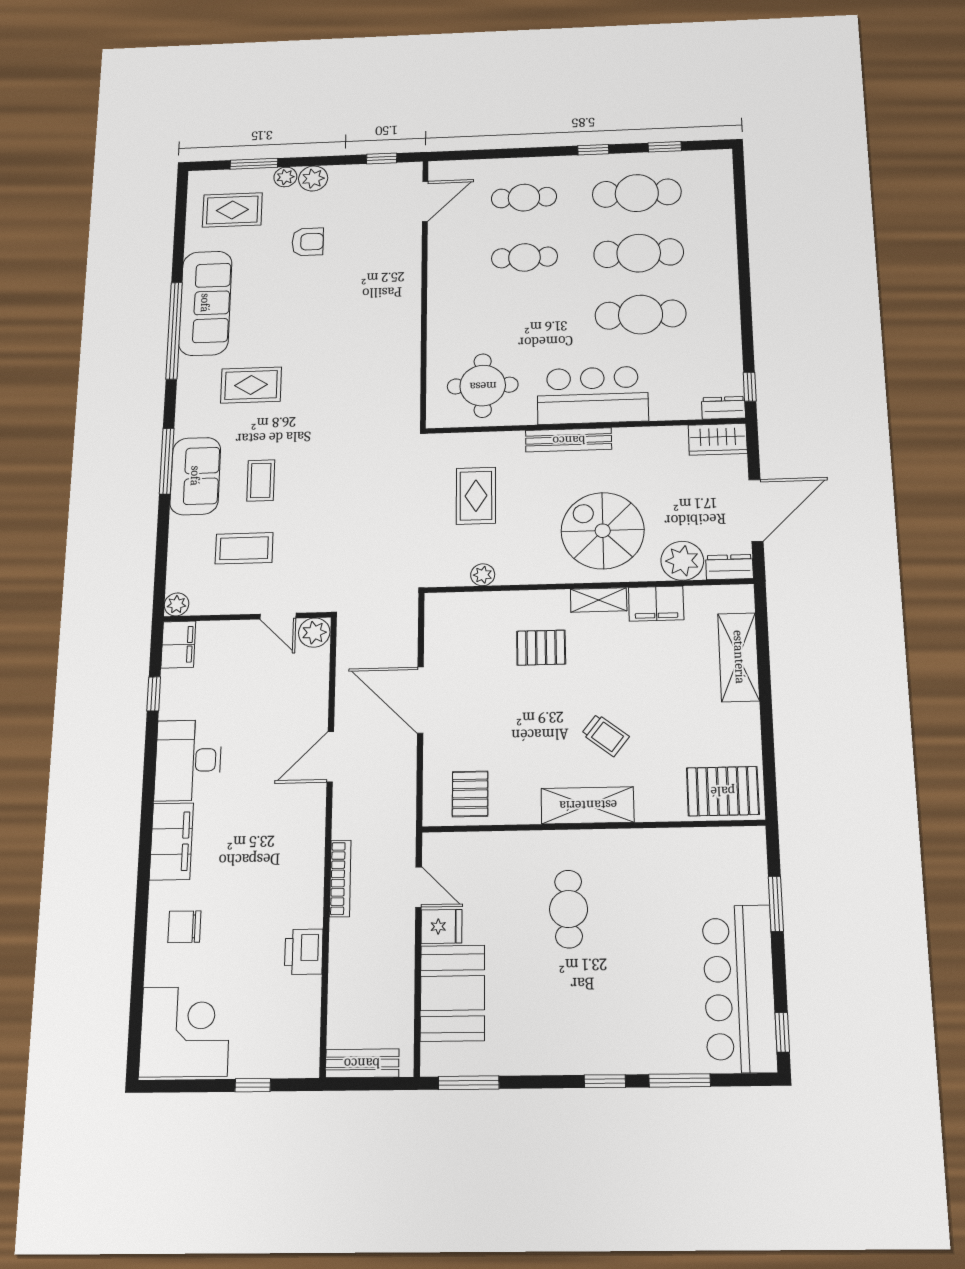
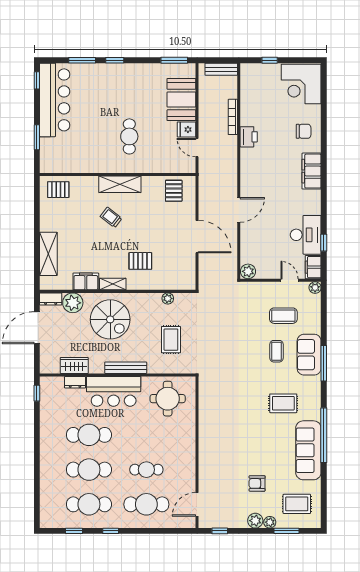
cafe table: (524, 198) -> (146, 504), width x1.37, depth x1.35
dresser: (723, 408) -> (75, 382), moved
wardrobe: (718, 439) -> (74, 365), moved
door: (278, 616) -> (290, 280), moved
desk: (188, 760) -> (306, 235), moved
pallet: (723, 791) -> (58, 190), width x0.67, depth x0.71
bookcase: (340, 878) -> (233, 117), moved
printer: (304, 952) -> (249, 137), moved

